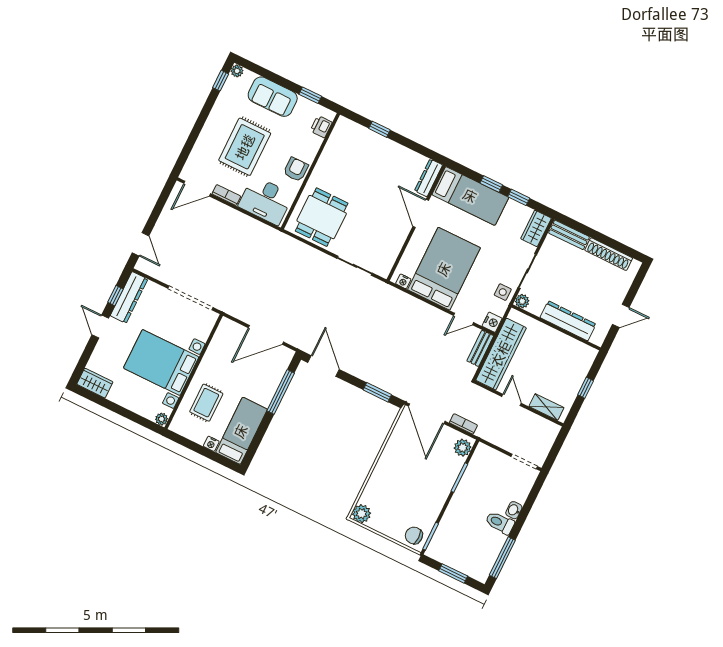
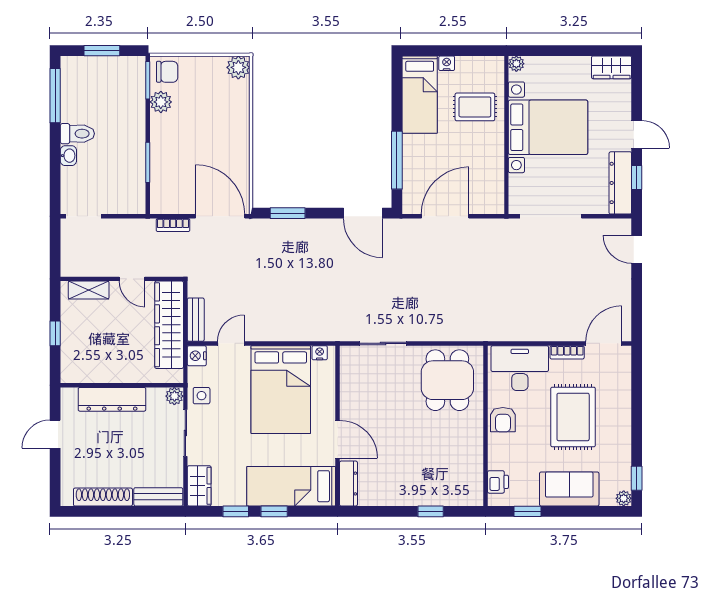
rug: (206, 403) -> (475, 107), turned 90
plant: (463, 448) -> (161, 102), moved

